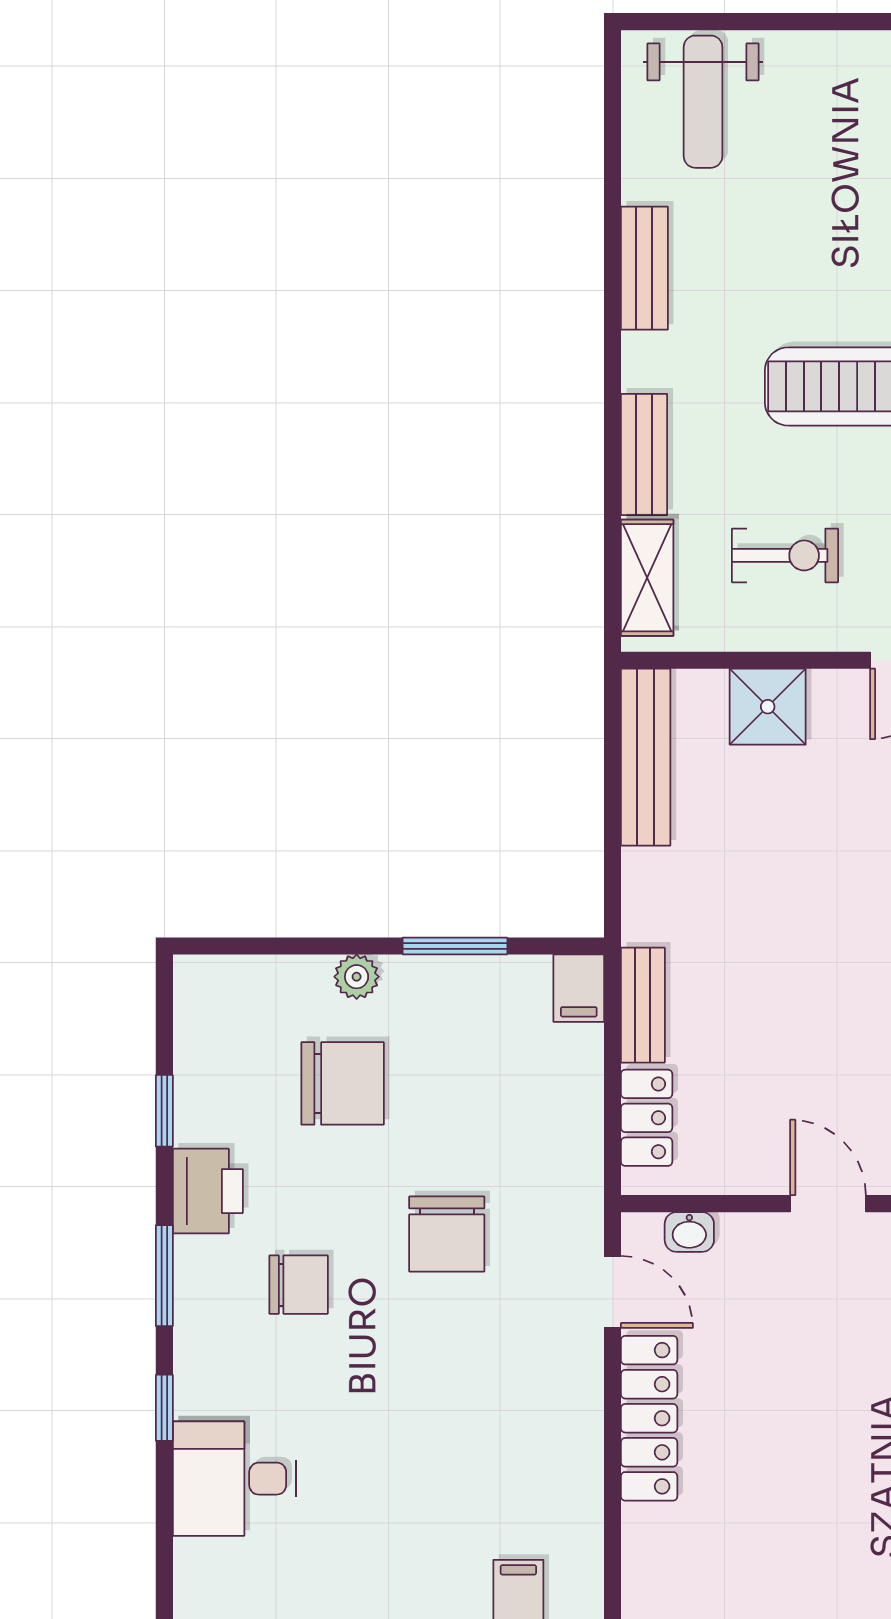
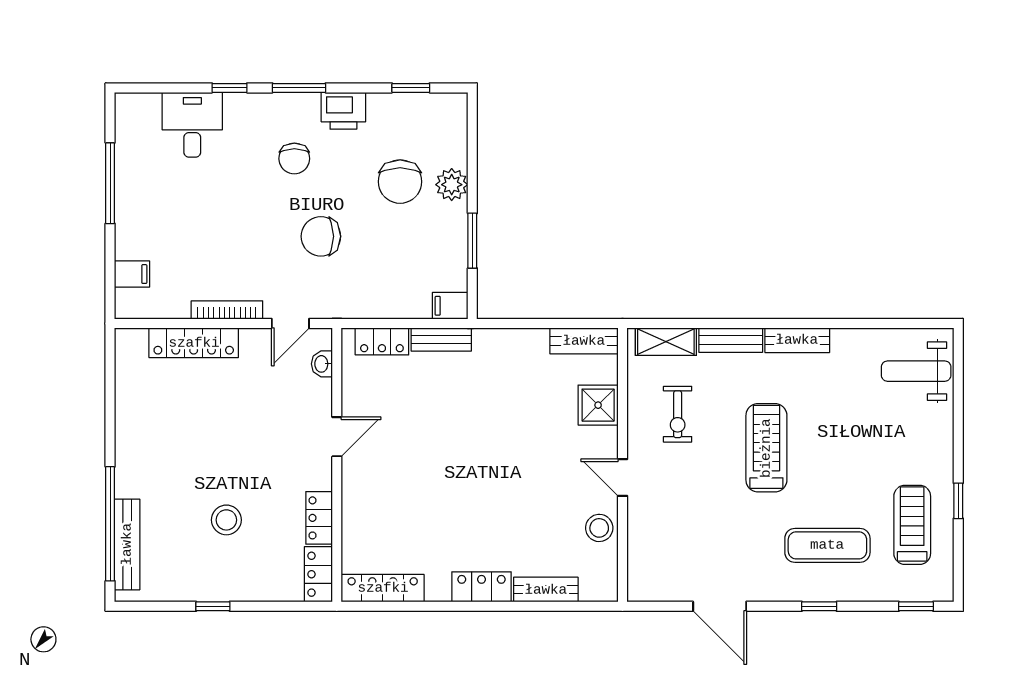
bench: (644, 268) -> (797, 340), moved
bench: (646, 757) -> (584, 341), width x0.73
plant: (357, 977) -> (452, 185), width x1.38, depth x1.38
window: (164, 1111) -> (411, 88), moved
bookcase: (587, 1413) -> (227, 310), added
locker: (649, 1418) -> (194, 343), moved

